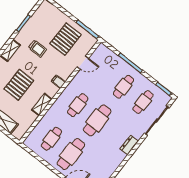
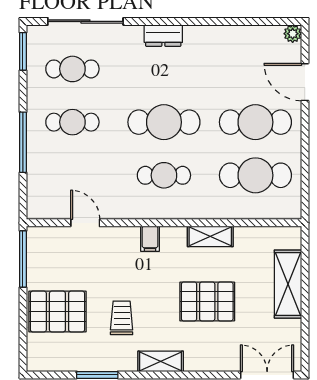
pallet: (66, 39) -> (57, 312), moved
cafe table: (51, 139) -> (255, 175), width x1.37, depth x1.35

